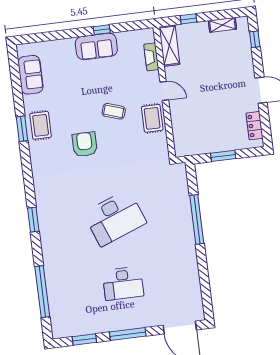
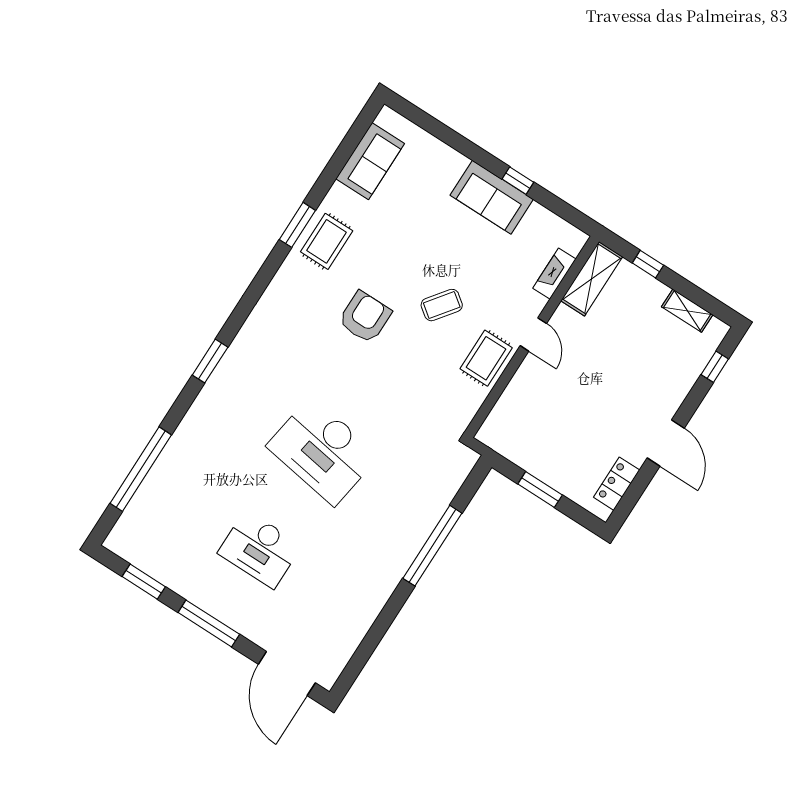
coffee table: (114, 111) -> (442, 305), turned -71
desk: (115, 218) -> (323, 451), turned 30

